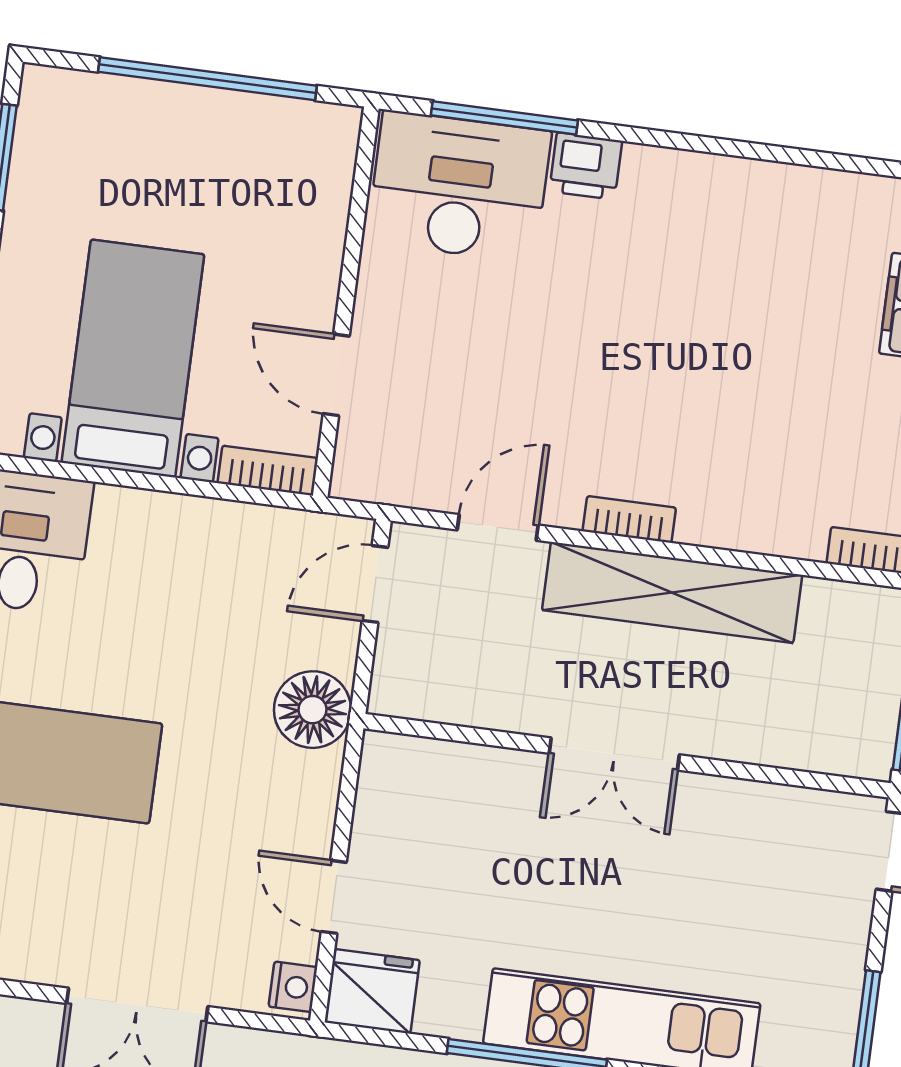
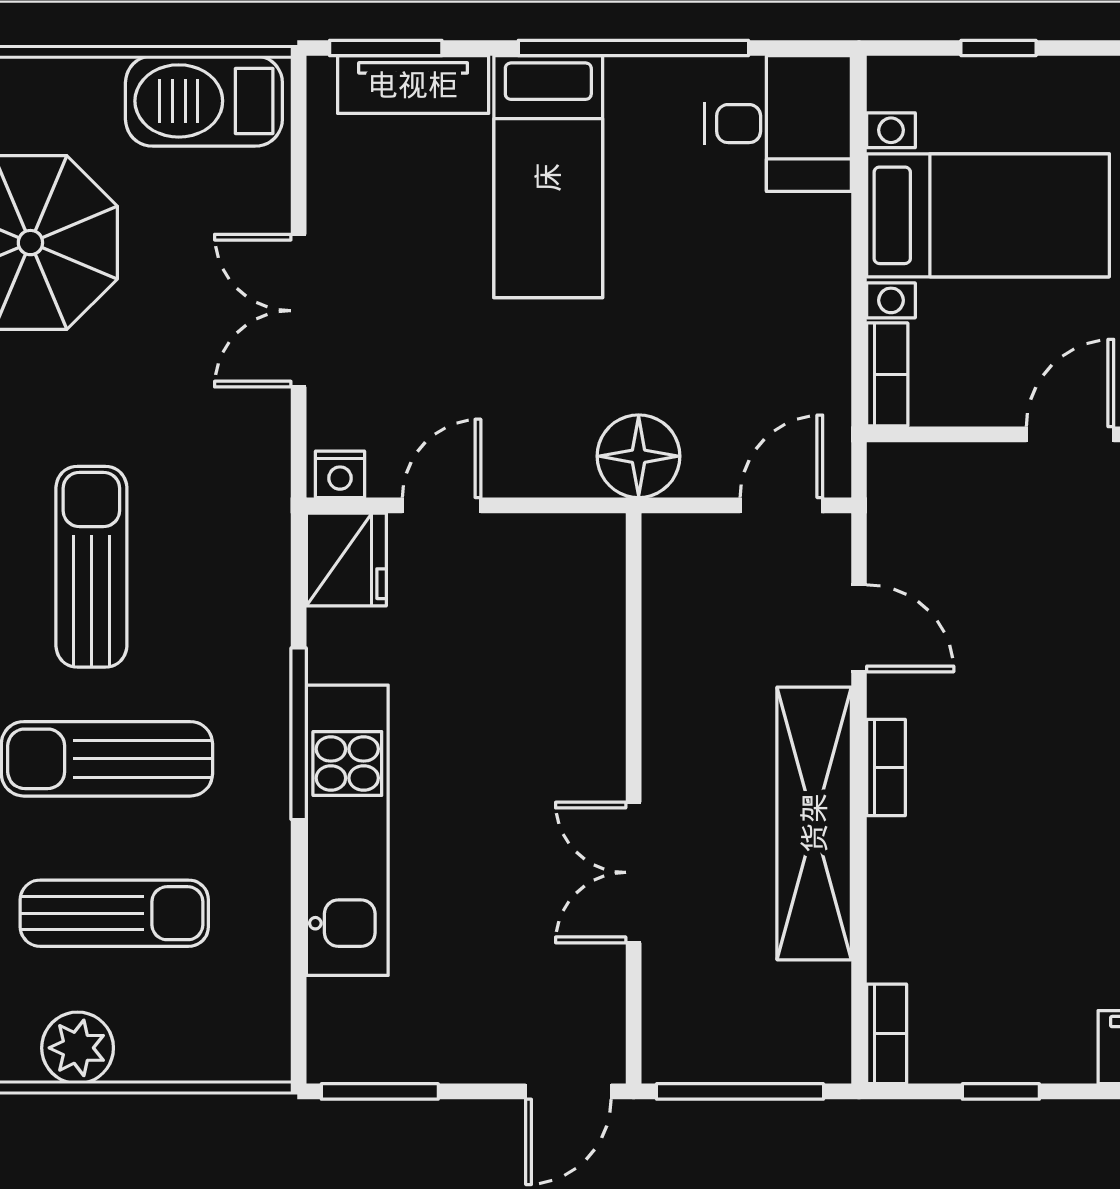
door: (336, 375) -> (1070, 434), moved
door: (375, 584) -> (781, 505), hinge flipped
double door: (614, 754) -> (634, 872), moved

